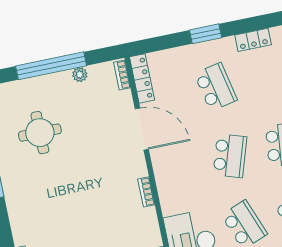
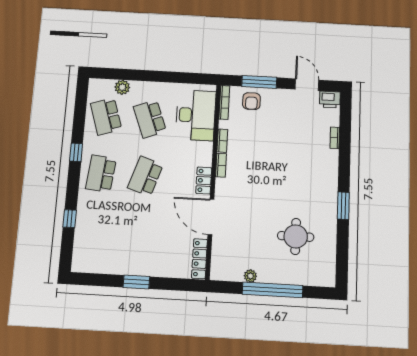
locker: (253, 40) -> (204, 181), moved, turned -90
bookcase: (122, 75) -> (222, 141), moved
school desk: (216, 87) -> (141, 235), removed

